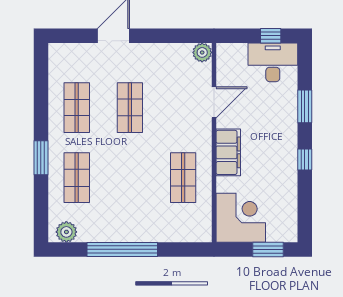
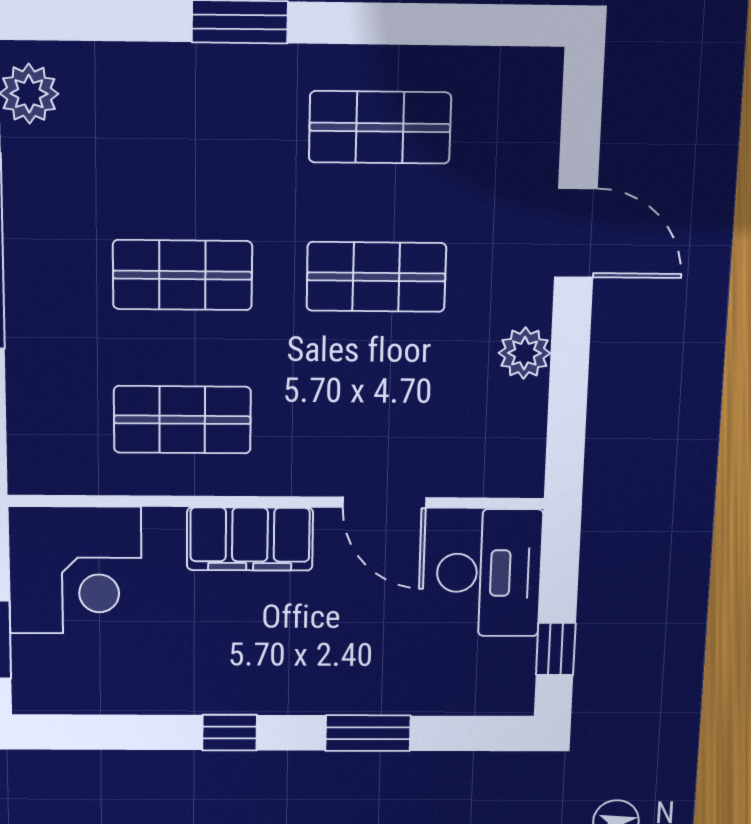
plant: (202, 52) -> (524, 353), moved
desk: (273, 62) -> (489, 573), moved
shop shelf: (77, 178) -> (183, 275), moved

